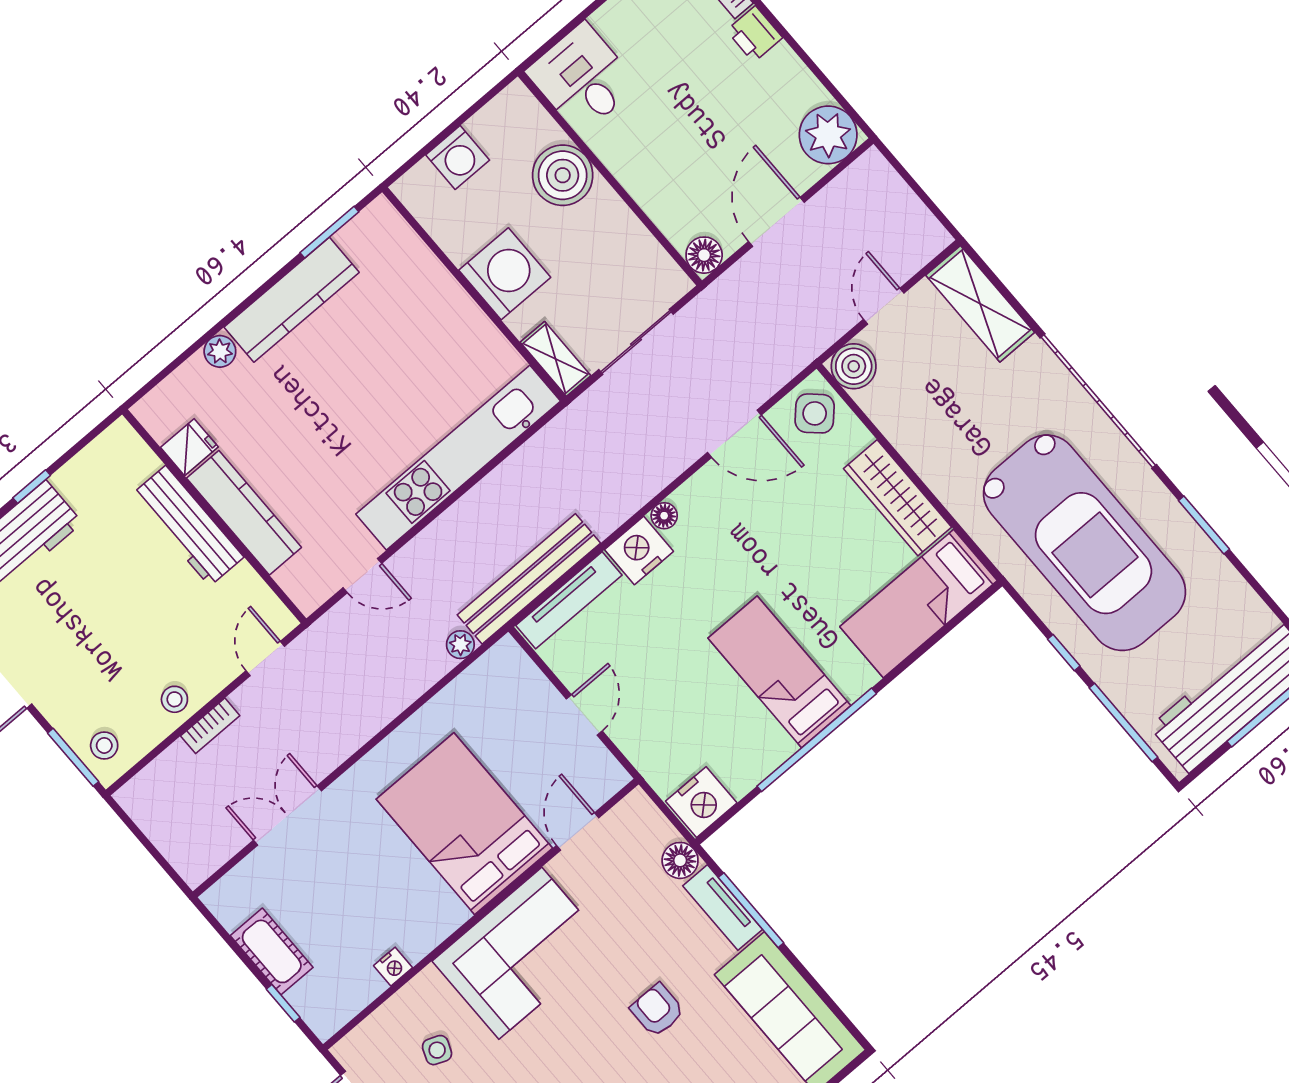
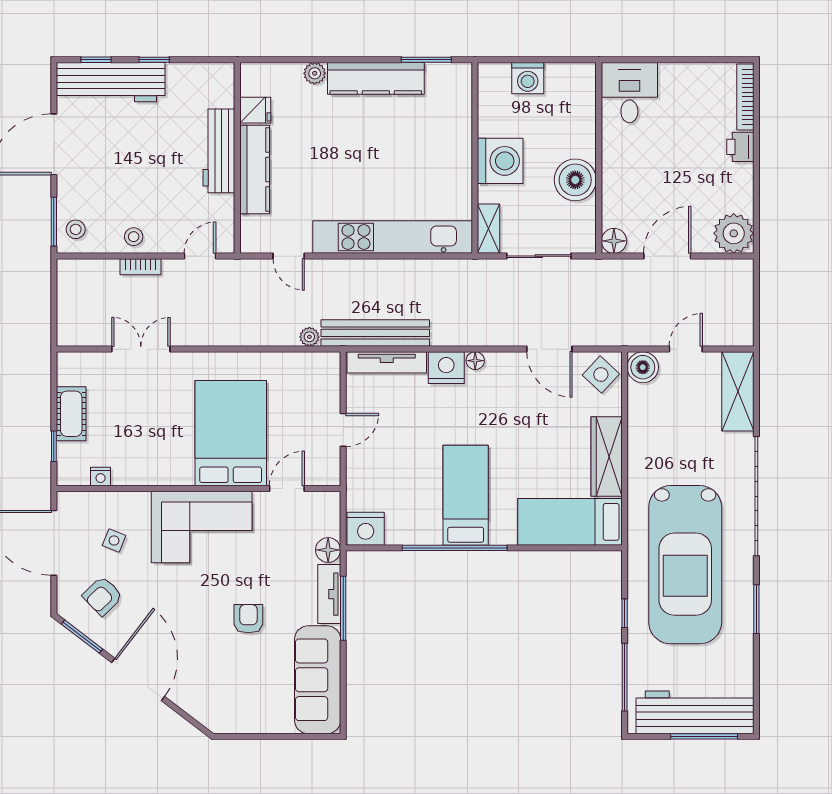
boiler: (563, 175) -> (575, 180), moved
nightstand: (393, 967) -> (101, 477), moved

